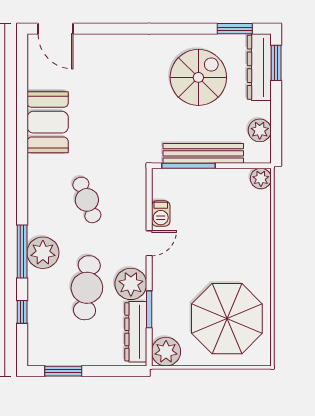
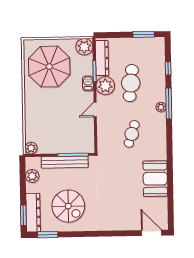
spiral stairs: (198, 77) -> (68, 206), turned -90
cafe table: (87, 200) -> (132, 134), turned 39
barbecue: (161, 213) -> (88, 83), moved
plant: (43, 253) -> (161, 107), width x0.53, depth x0.53

